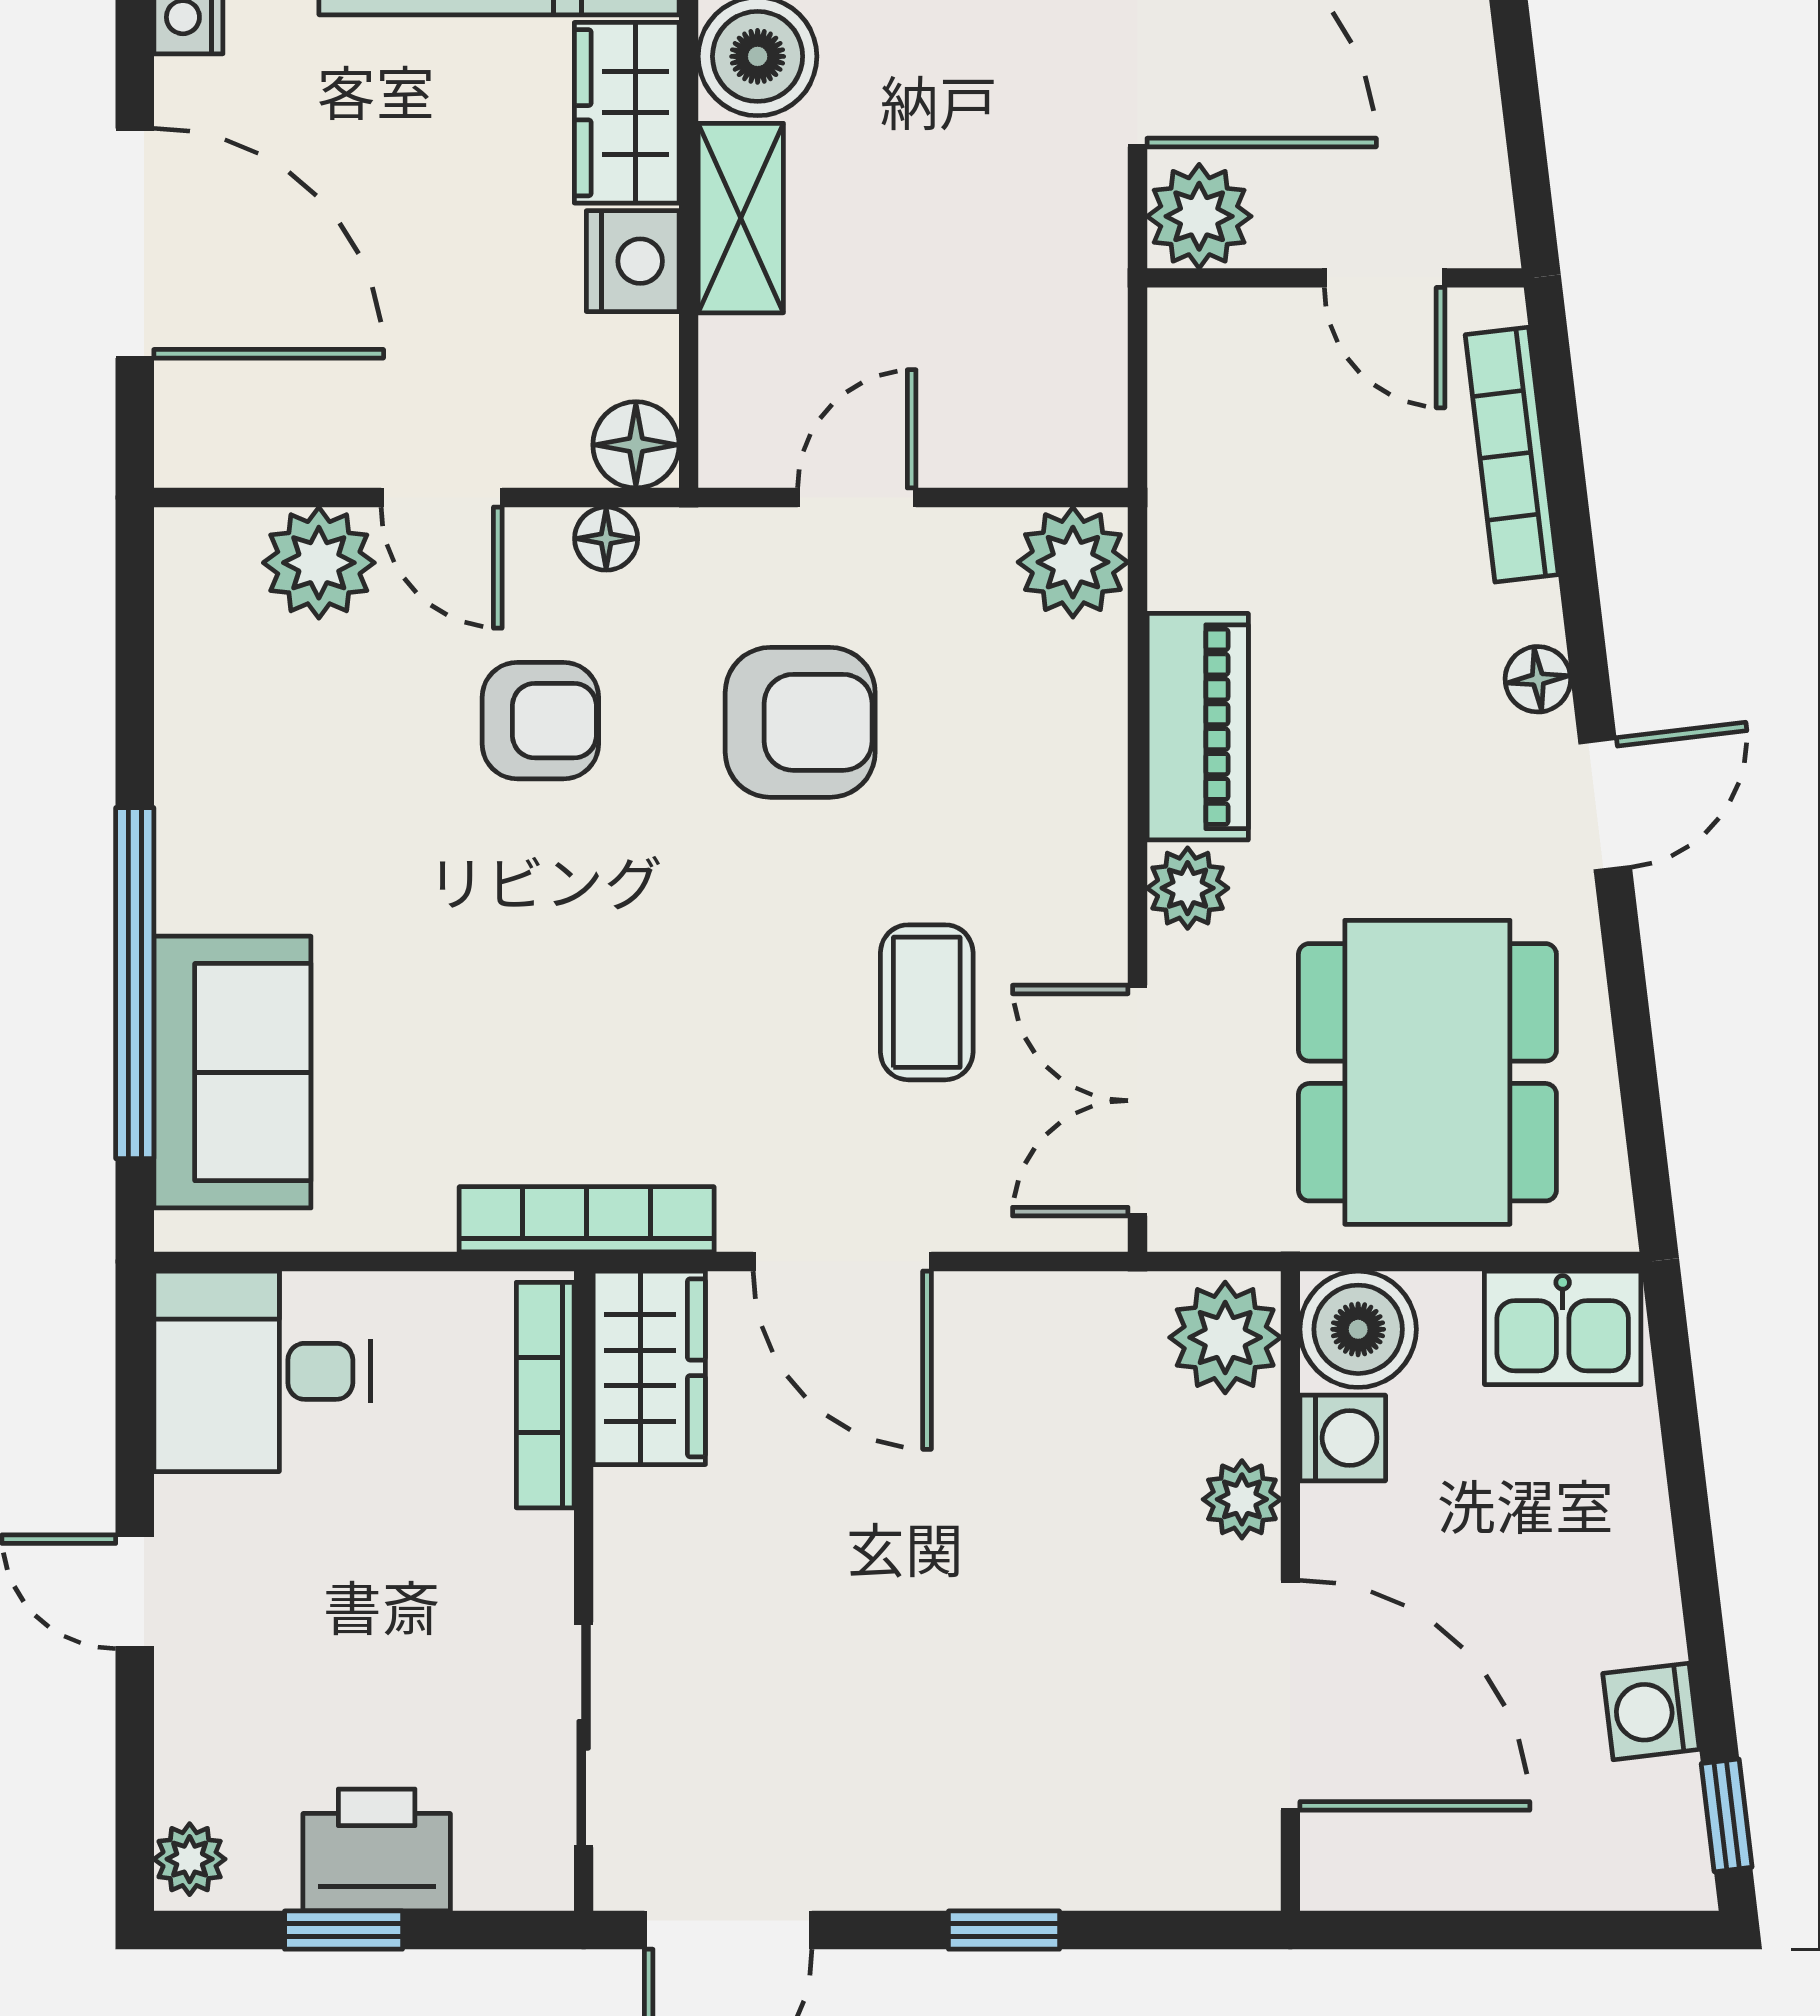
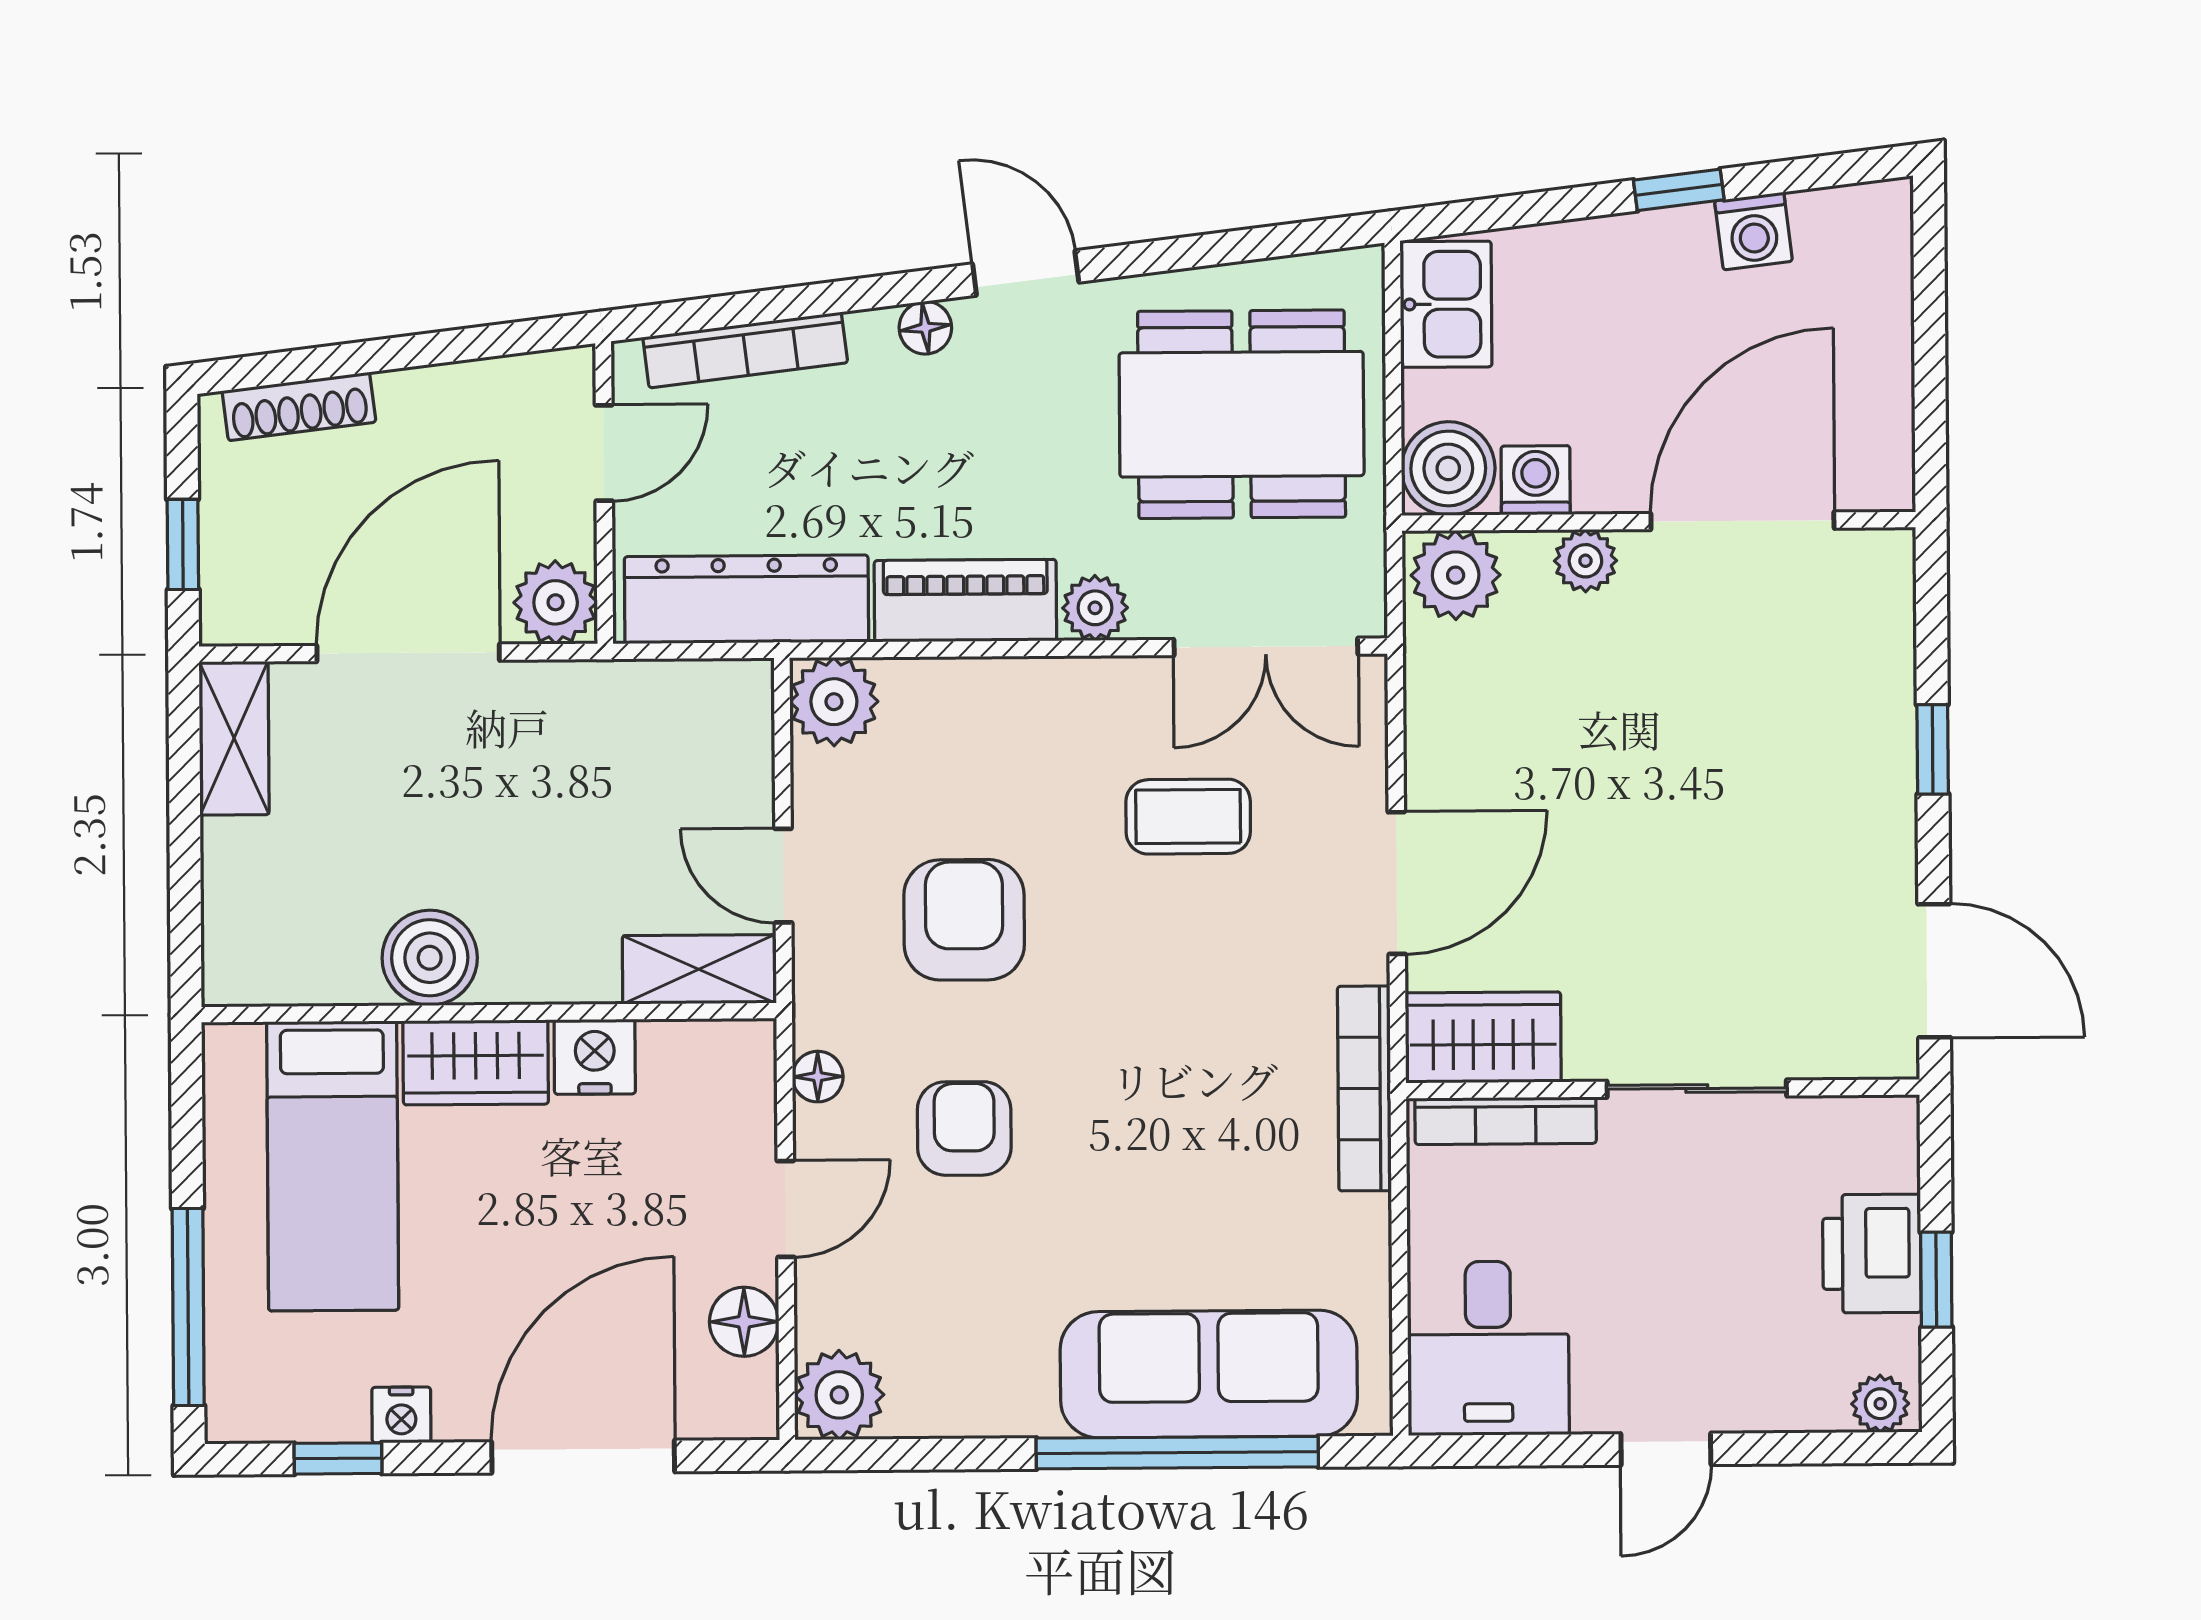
shelving: (741, 218) -> (699, 969), moved
floor lamp: (636, 445) -> (744, 1322), moved
dresser: (1201, 454) -> (746, 599), added
plant: (319, 563) -> (839, 1395), moved
sofa: (232, 1072) -> (1209, 1374), width x1.36
sliding door: (584, 1735) -> (1697, 1089), moved
window: (1727, 1815) -> (1679, 190), moved

